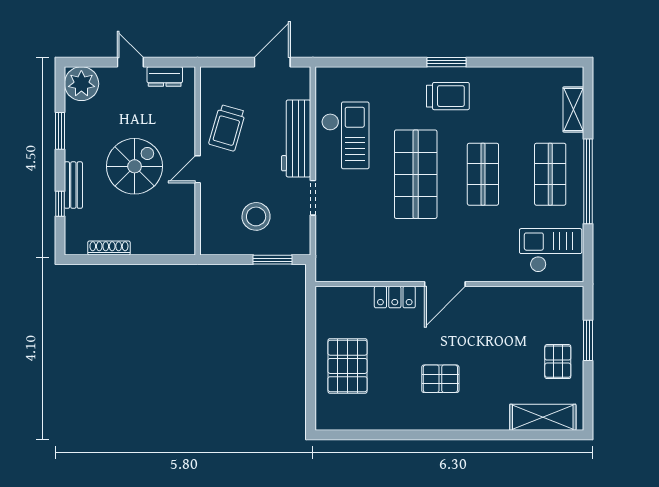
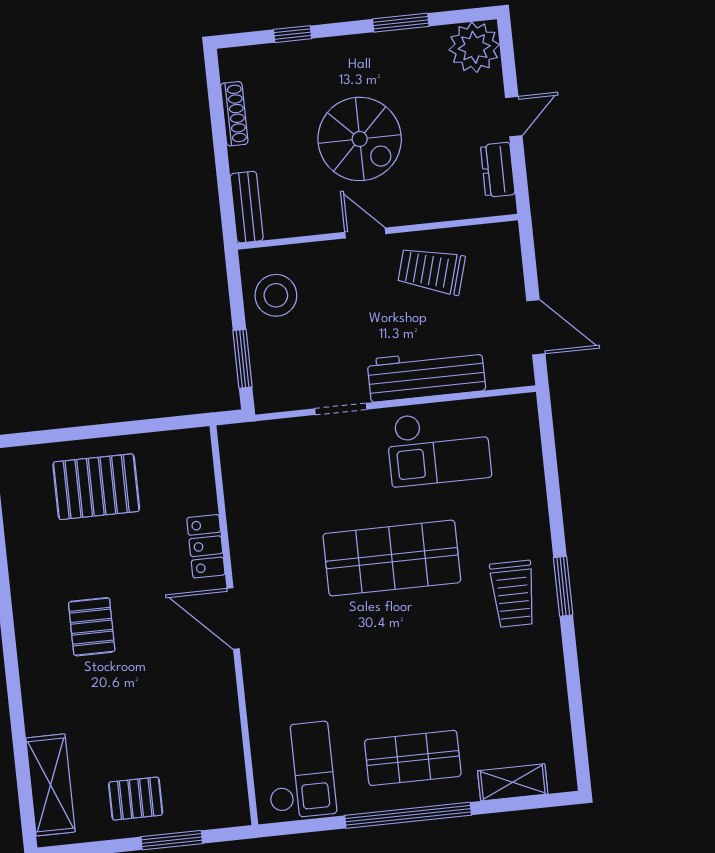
shop shelf: (483, 174) -> (402, 658), removed
bench: (73, 185) -> (247, 207), moved, turned 90
stool: (256, 216) -> (276, 295), moved

